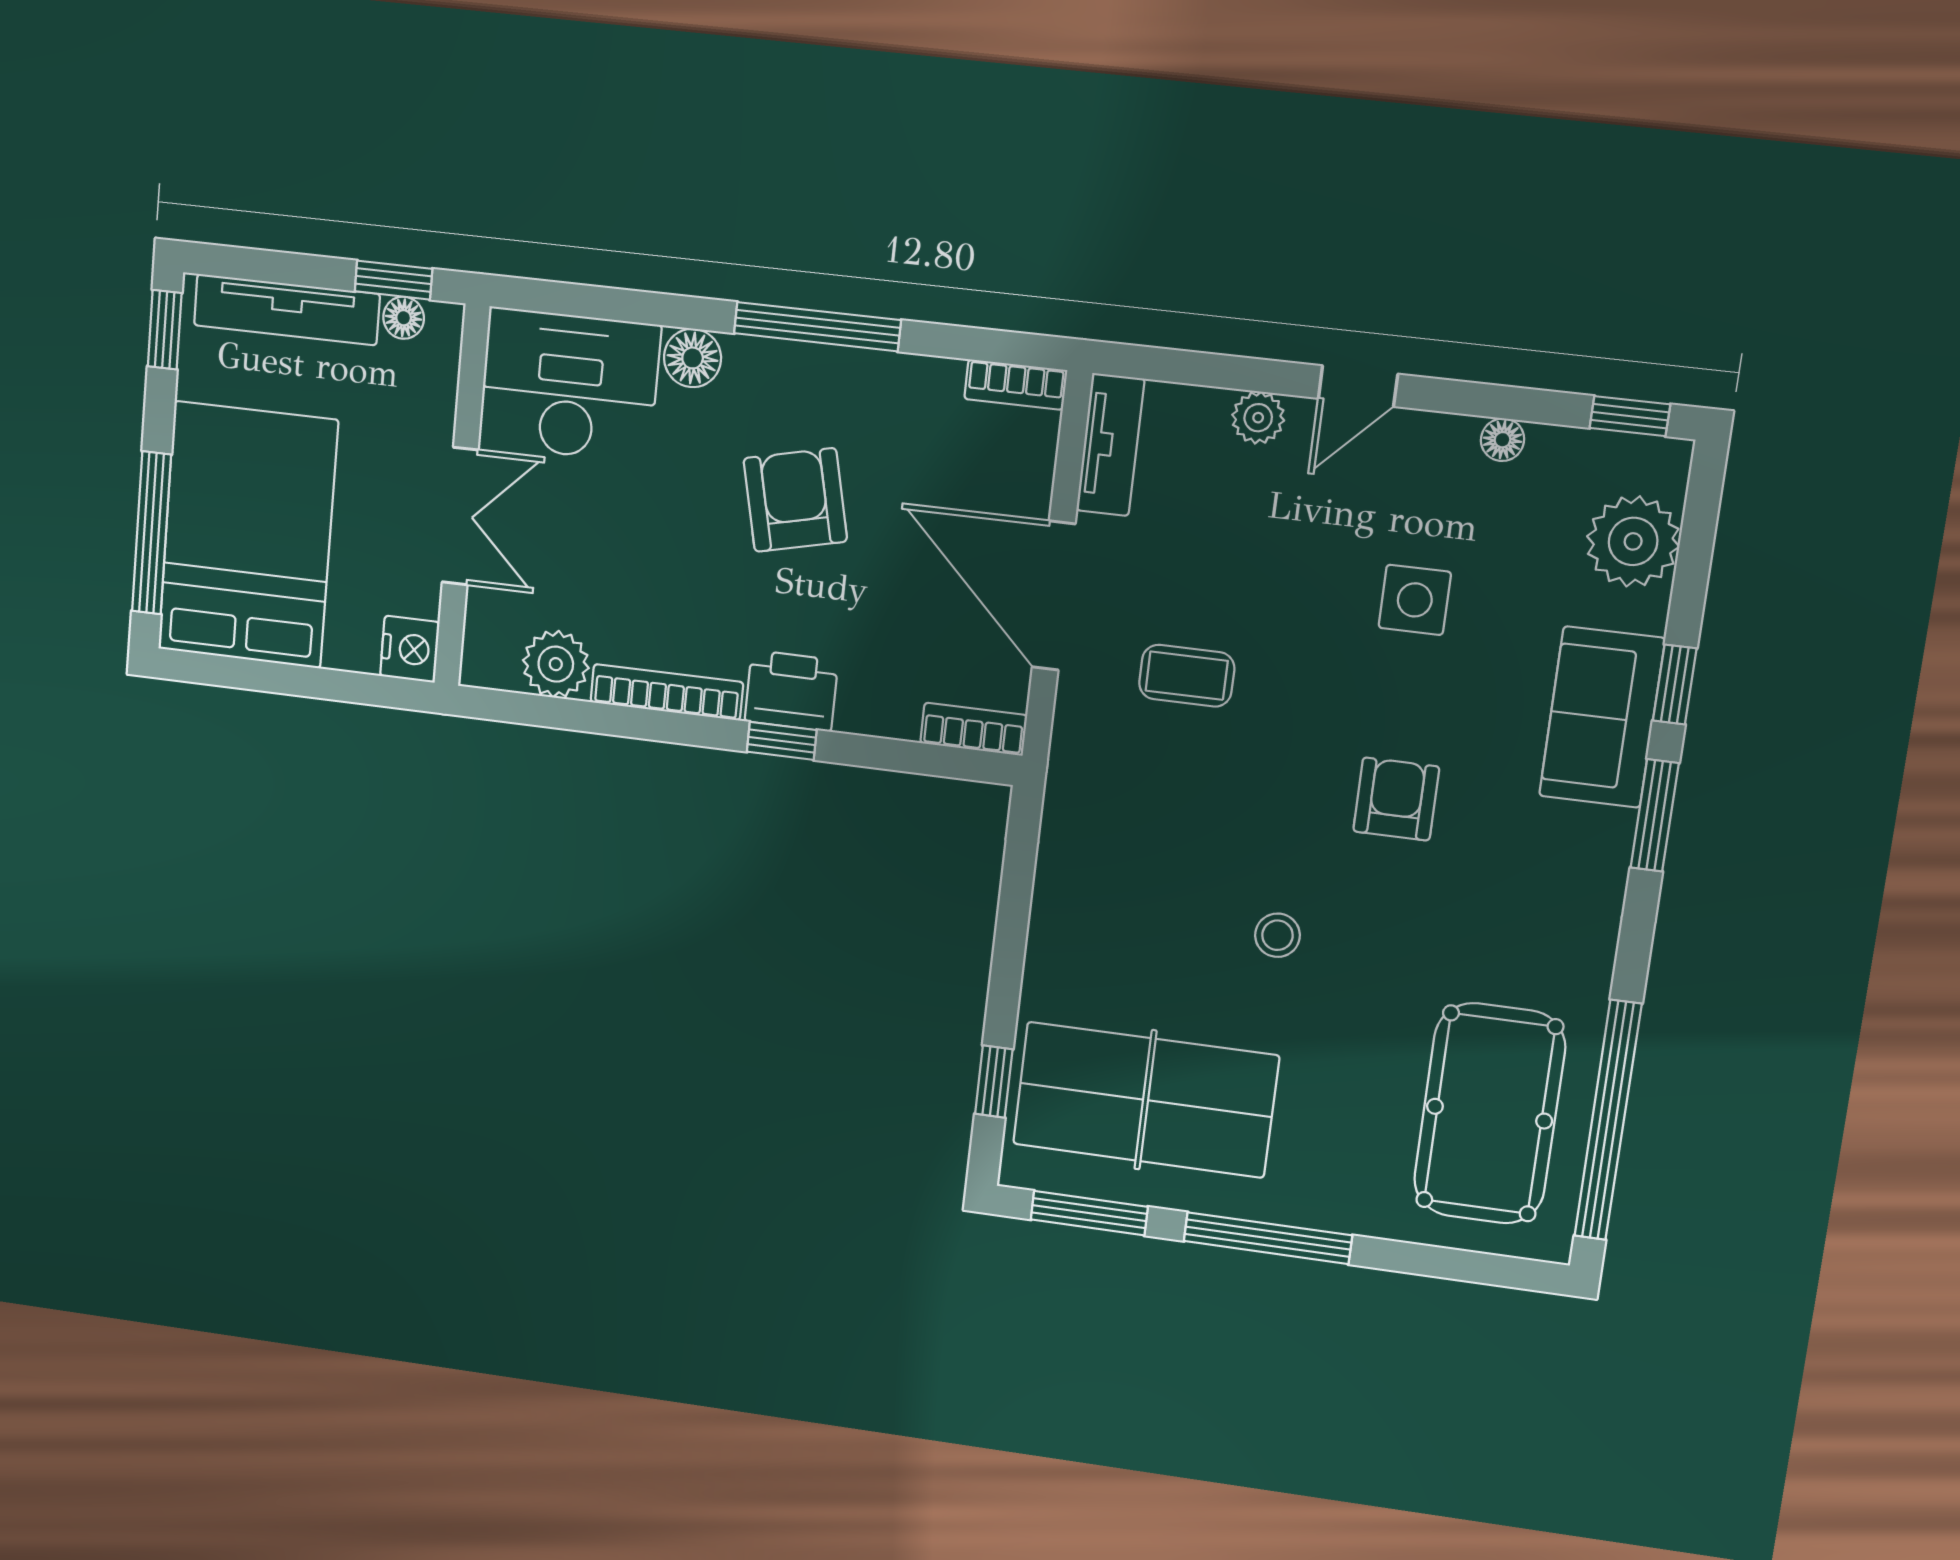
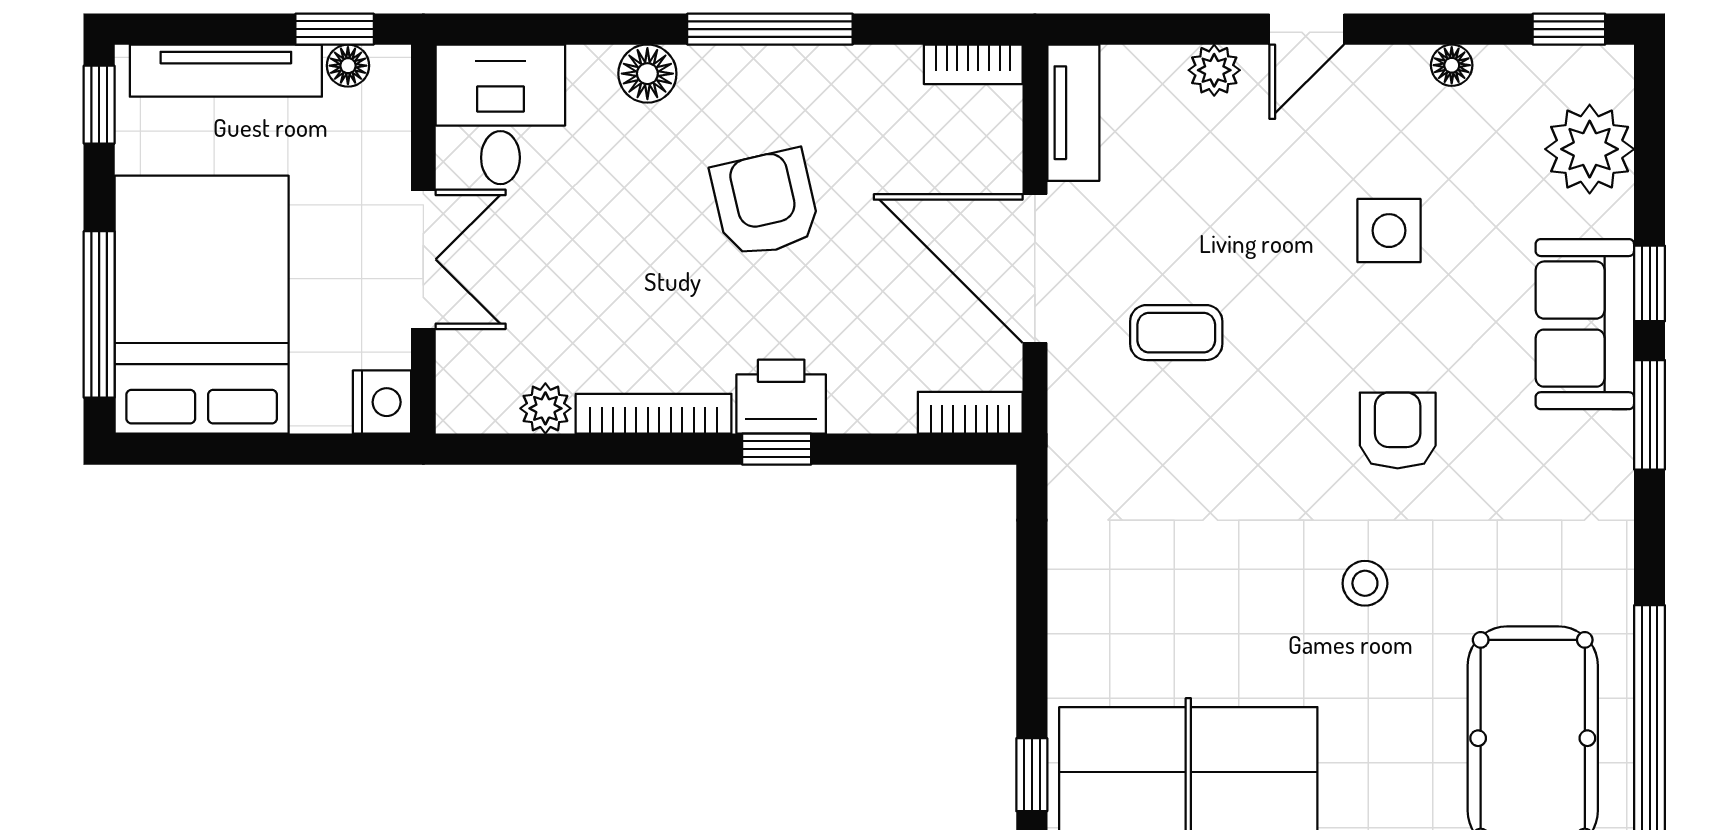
desk: (569, 385) -> (500, 114), width x0.73
plant: (556, 664) -> (545, 408), width x0.73, depth x0.73
stool: (1278, 935) -> (1365, 583), moved

